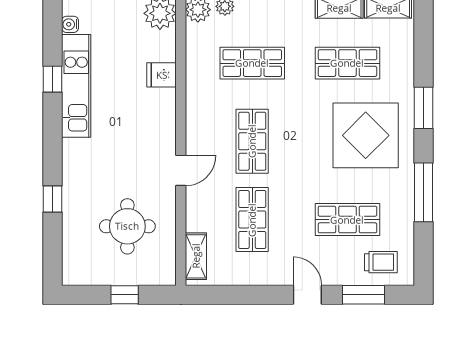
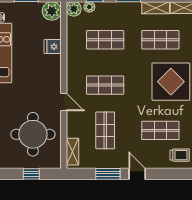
shop shelf: (252, 141) -> (105, 85), turned 90
door: (181, 170) -> (64, 102), hinge flipped
round table: (127, 226) -> (33, 134), width x1.36, depth x1.36
window: (364, 295) -> (108, 174), moved

